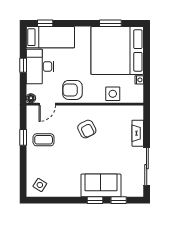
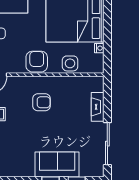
armchair: (72, 90) -> (37, 62), moved, turned 90
armchair: (87, 129) -> (41, 102), turned -63

